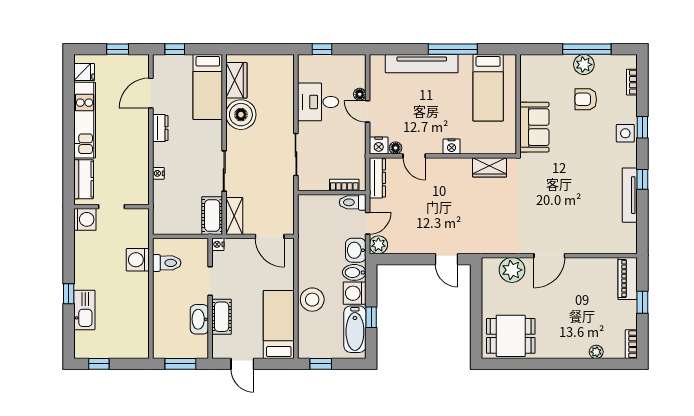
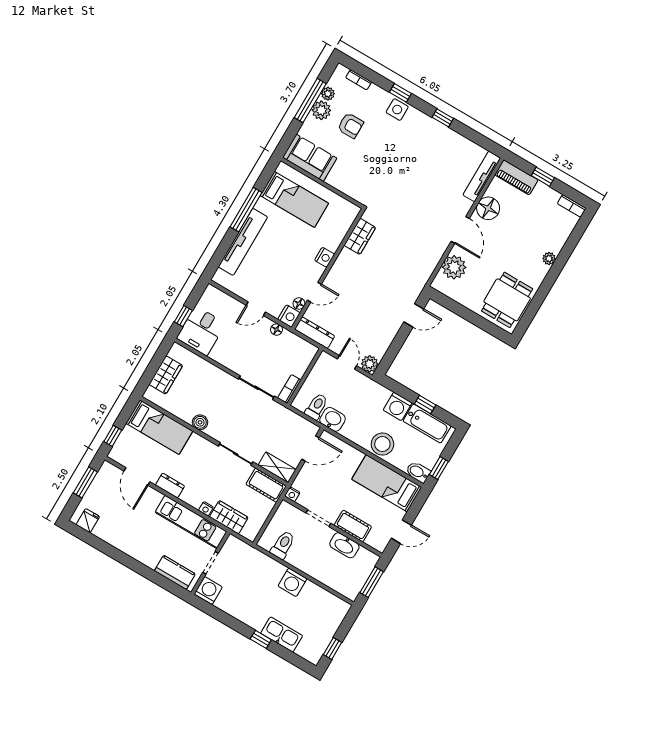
window: (118, 49) -> (85, 482), width x1.50
plant: (603, 62) -> (328, 94), added
wardrobe: (236, 80) -> (166, 375), moved, turned 90
floor lamp: (360, 94) -> (277, 330), moved
armchair: (586, 99) -> (351, 125), turned -90
desk: (318, 102) -> (201, 331), moved
boiler: (241, 115) -> (200, 422), width x0.54, depth x0.54
kitchen unit: (85, 120) -> (191, 522), moved, turned 180
sofa: (534, 127) -> (310, 158), moved
bookcase: (344, 185) -> (289, 389), moved
tv unit: (630, 195) -> (482, 176), moved, turned 90
wardrobe: (163, 199) -> (229, 517), added
toilet: (353, 202) -> (316, 407), moved, turned 180
washbasin: (356, 250) -> (333, 419), moved, turned 180
washing machine: (138, 260) -> (292, 582), moved
floor lamp: (584, 269) -> (488, 208), added
bidet: (354, 272) -> (418, 472), moved, turned 90
plant: (596, 352) -> (549, 259), moved

